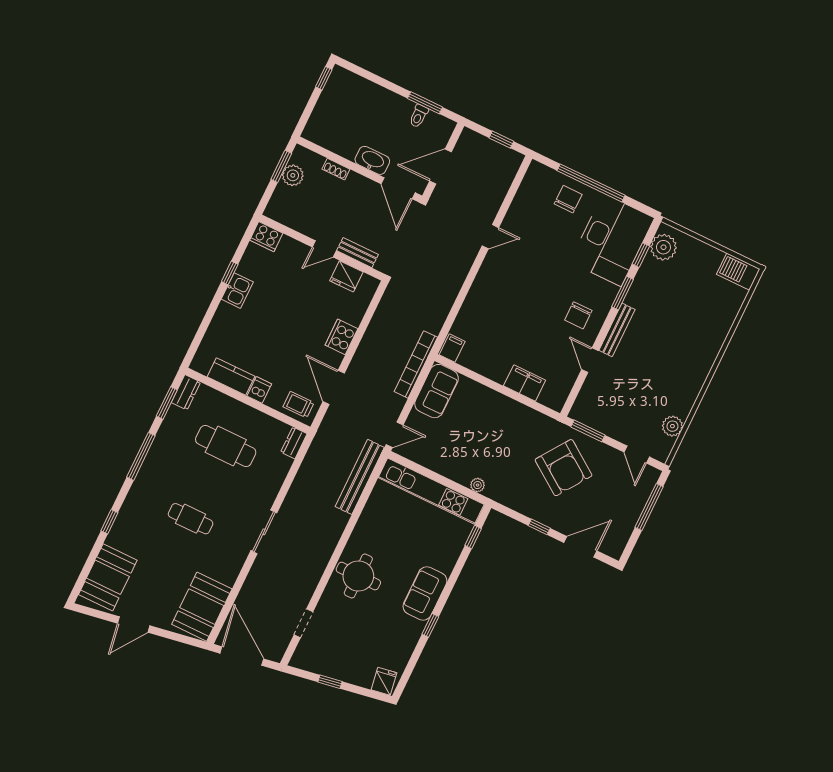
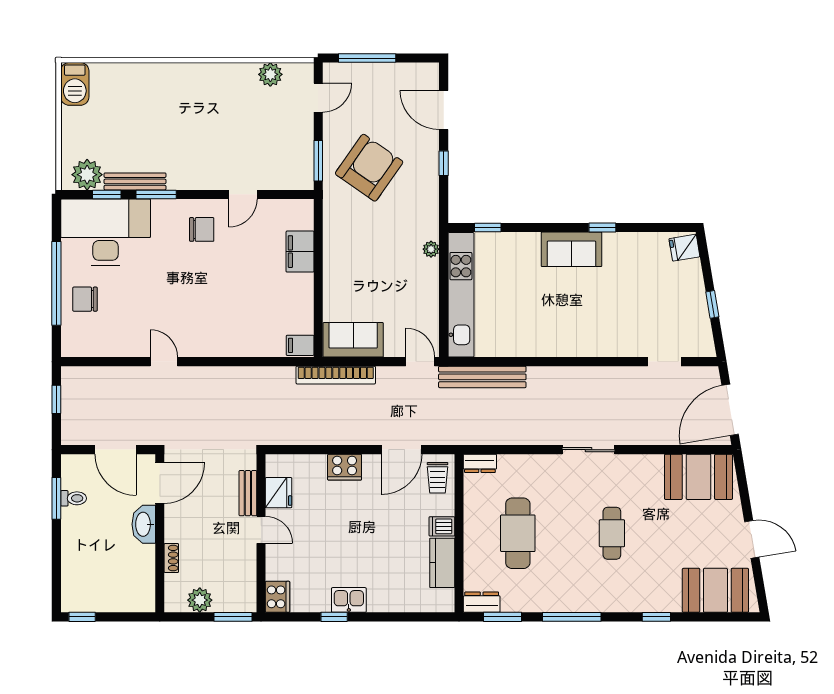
window: (281, 166) -> (233, 617), moved
bench: (617, 330) -> (135, 181), moved
round table: (358, 576) -> (587, 328), removed

